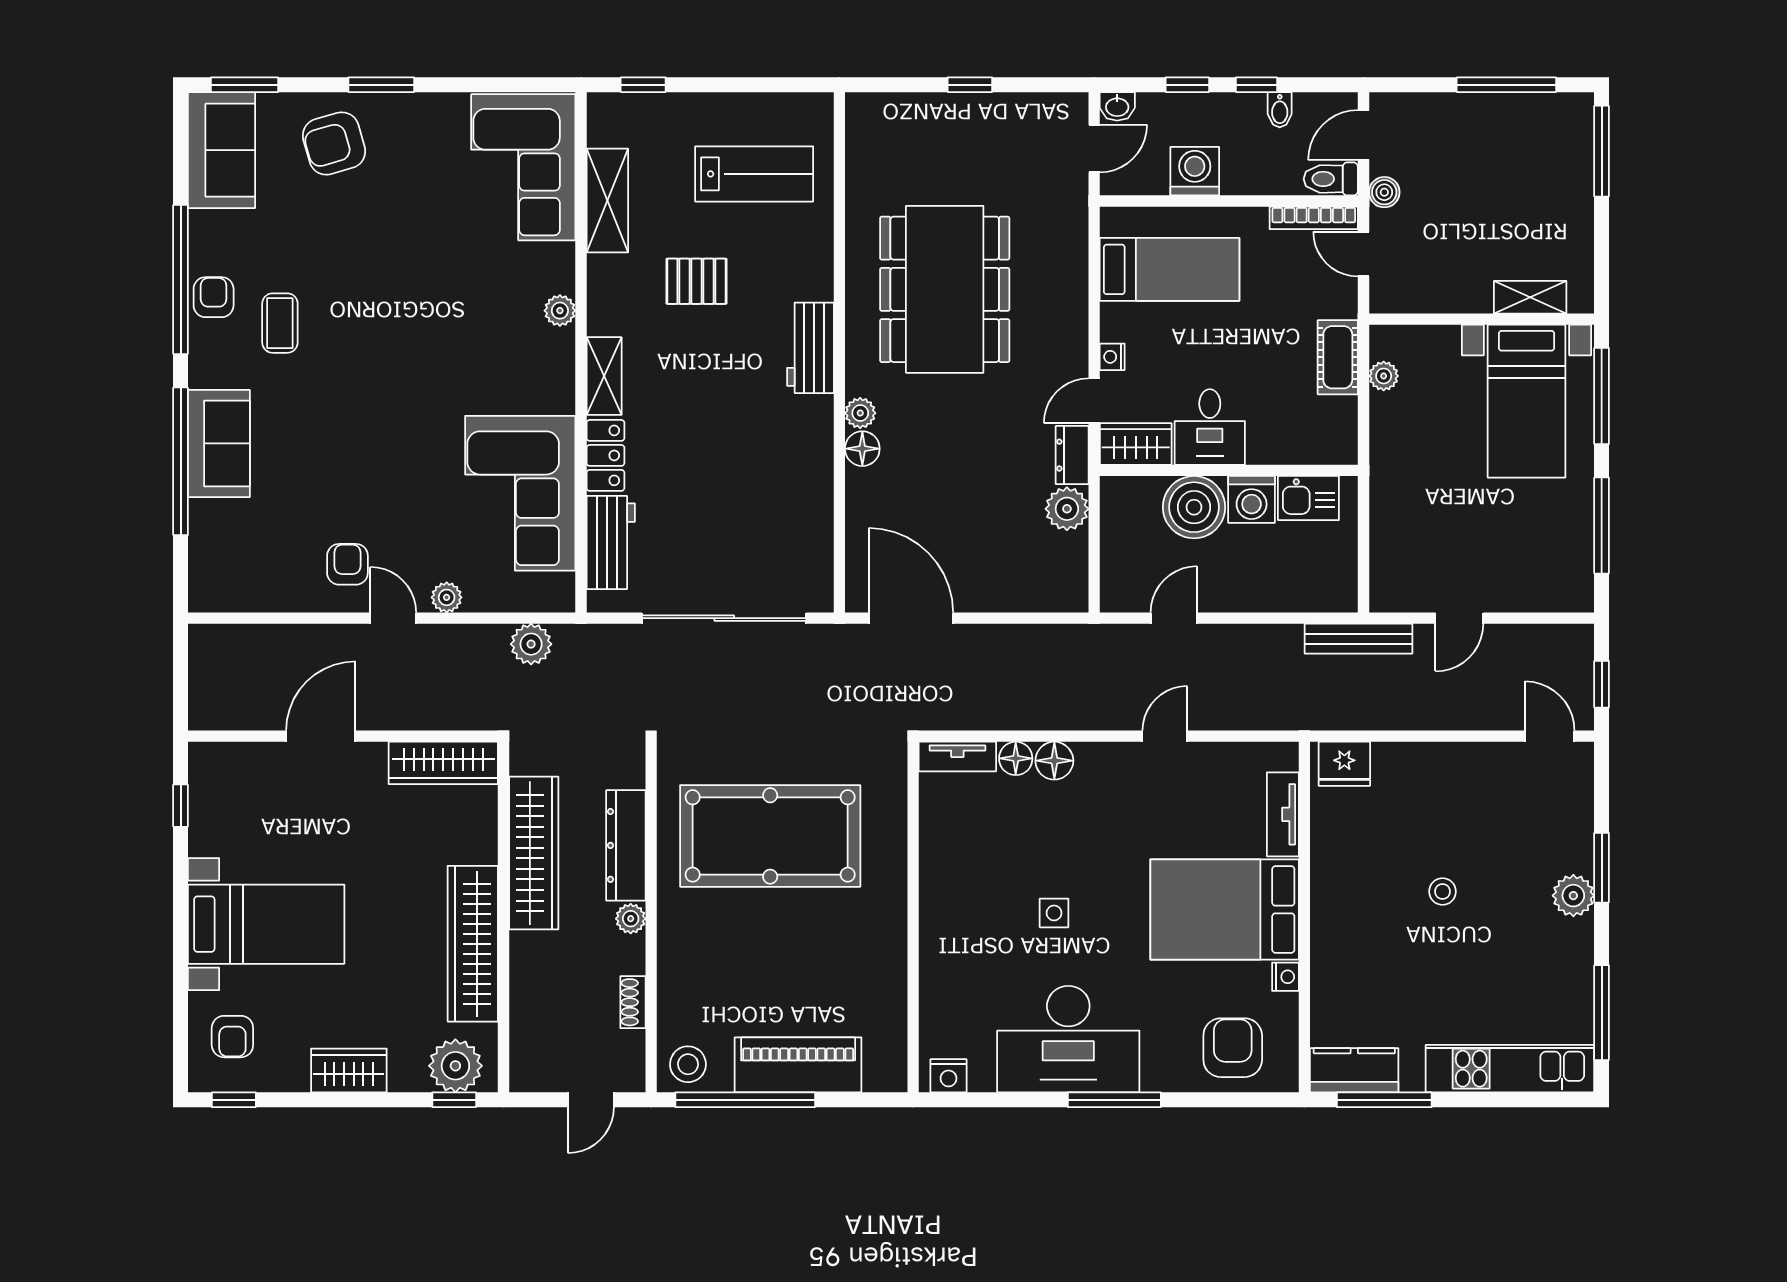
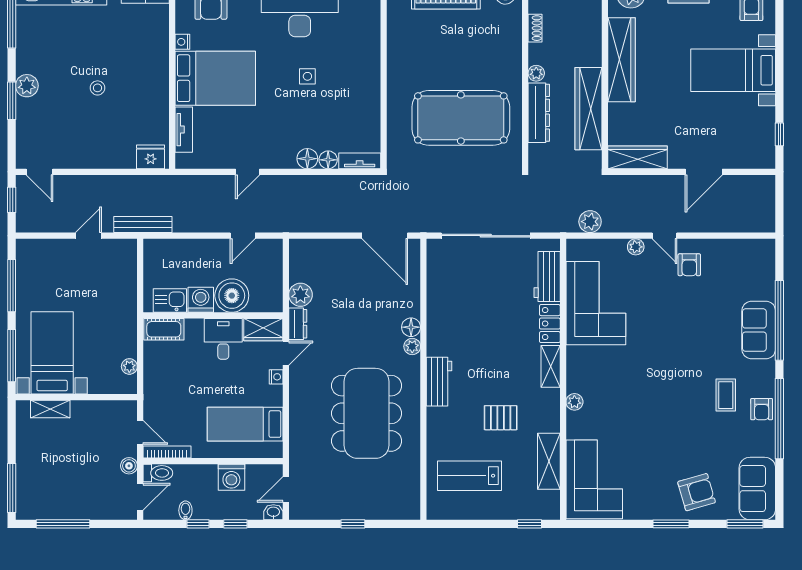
cot: (1338, 357) -> (164, 329), moved, turned 90

